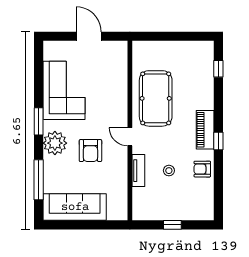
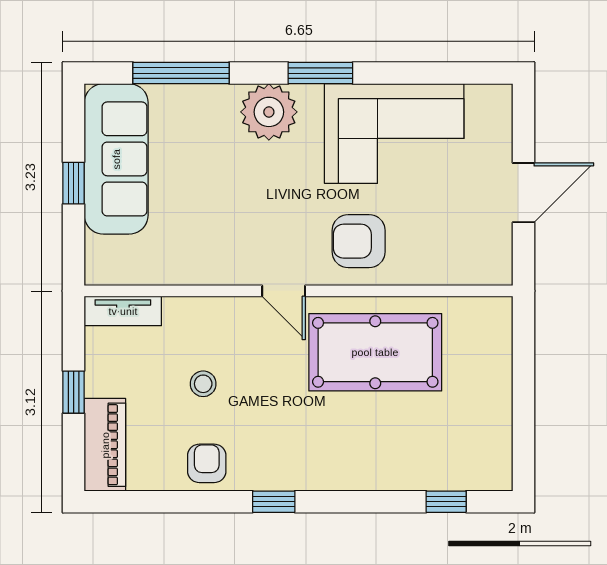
piano: (205, 130) -> (105, 445), moved, turned 90
door: (130, 137) -> (284, 291), swing flipped
armchair: (90, 151) -> (359, 241), moved
tv unit: (138, 171) -> (123, 311), moved
window: (85, 225) -> (74, 183), added

